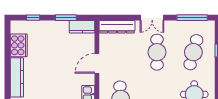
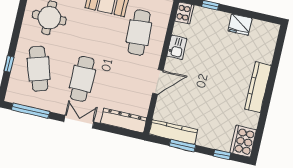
kitchen counter: (82, 27) -> (173, 132), width x1.50
cooker: (19, 45) -> (243, 141), moved
cafe table: (193, 52) -> (39, 69), turned -33

